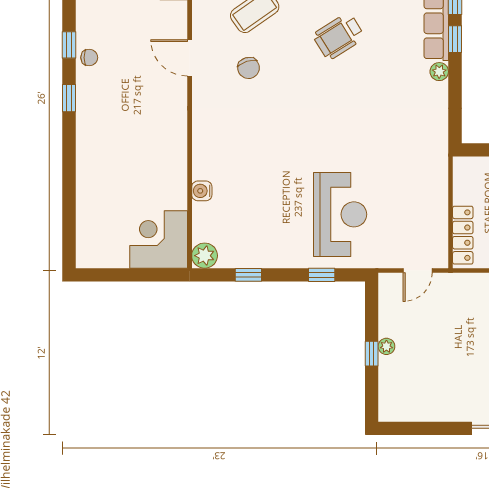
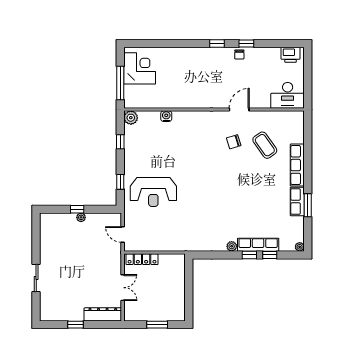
wheelchair: (339, 36) -> (251, 191), removed
corner desk: (159, 239) -> (140, 68), moved
window: (141, 275) -> (120, 83), added

